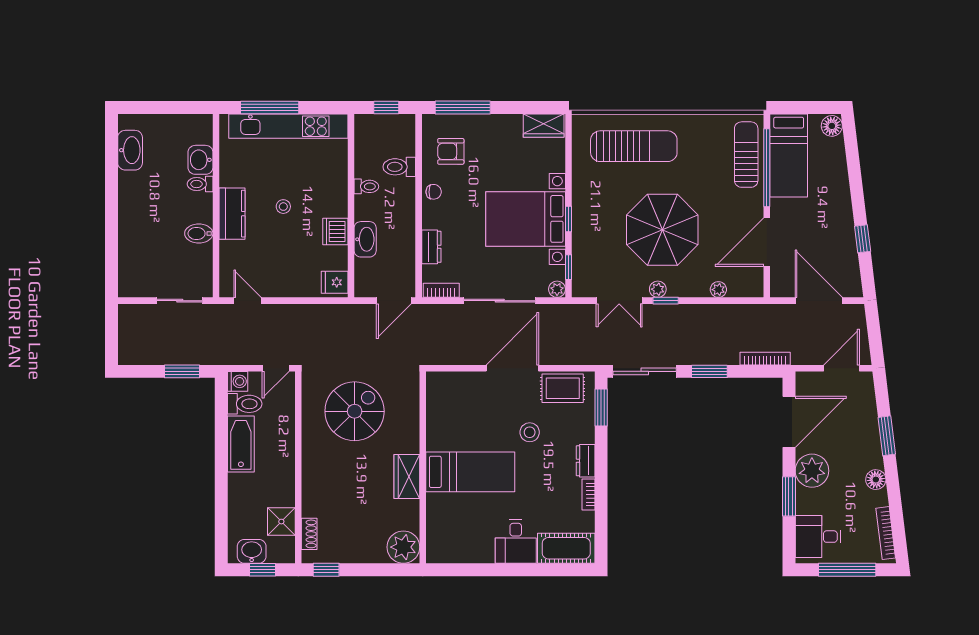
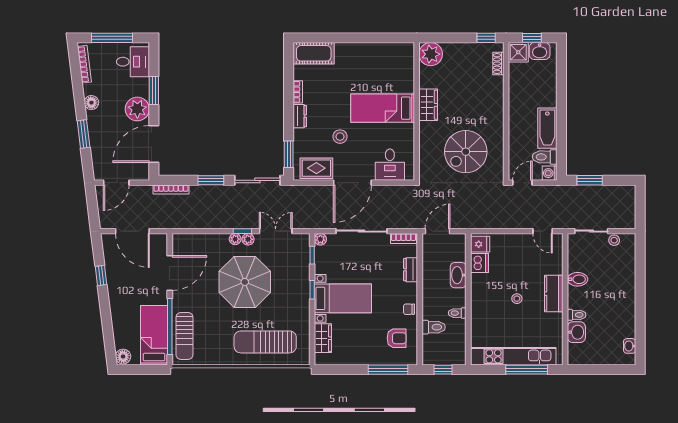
wardrobe: (544, 126) -> (323, 338), moved, turned 90
washbasin: (130, 150) -> (630, 346), width x0.52, depth x0.69
bed with nightstands: (526, 219) -> (343, 298), width x0.73
dishwasher: (335, 231) -> (479, 263), moved
stool: (148, 288) -> (614, 240), added
plant: (718, 290) -> (235, 239), moved
shower: (281, 522) -> (518, 52), moved
desk: (516, 542) -> (390, 165), moved, turned 180

